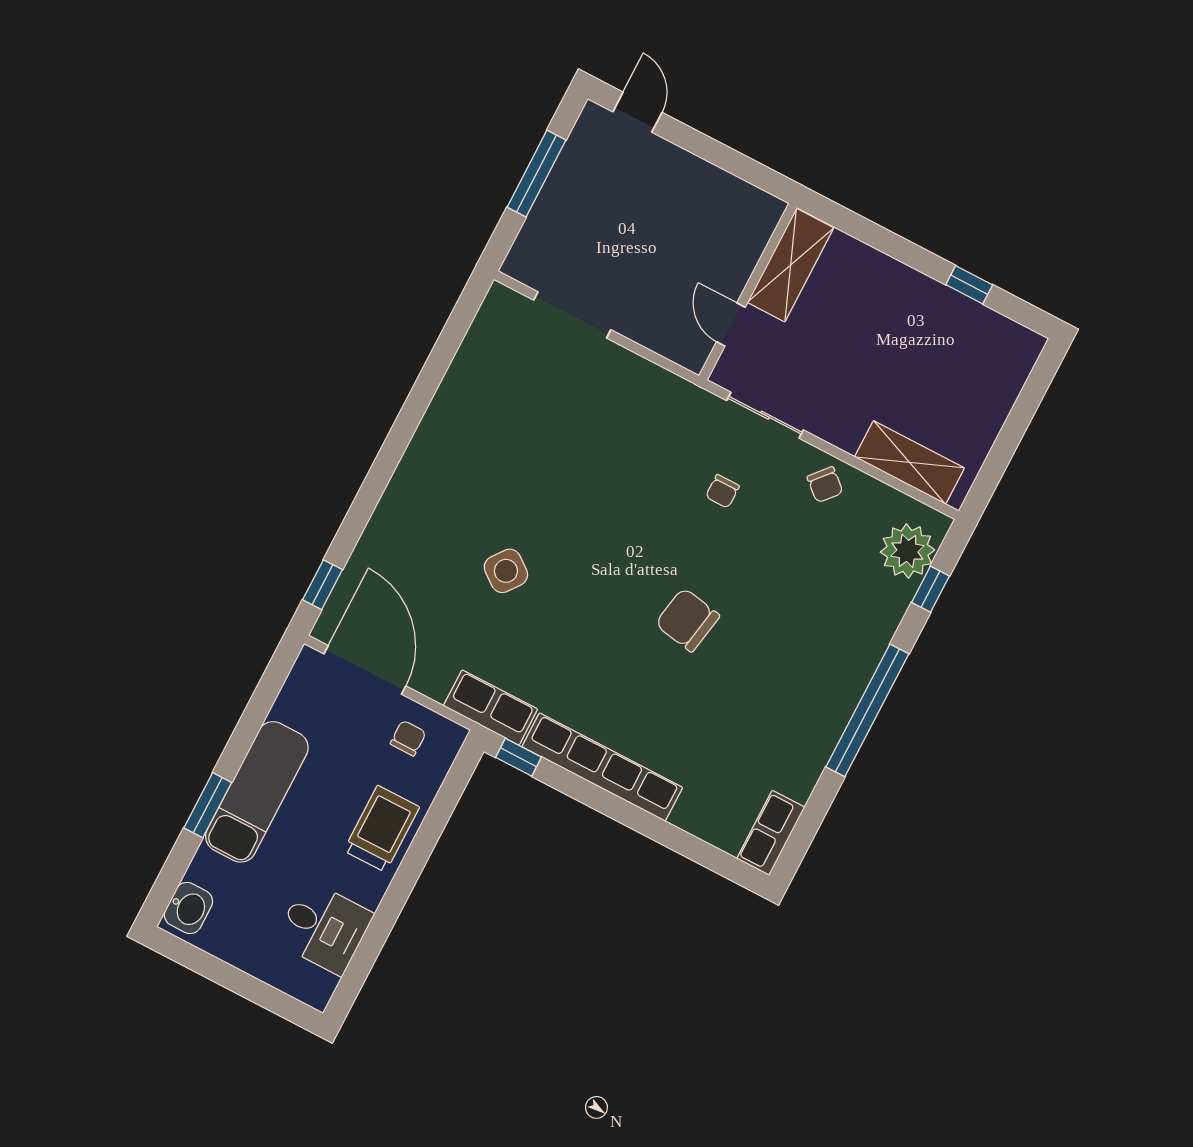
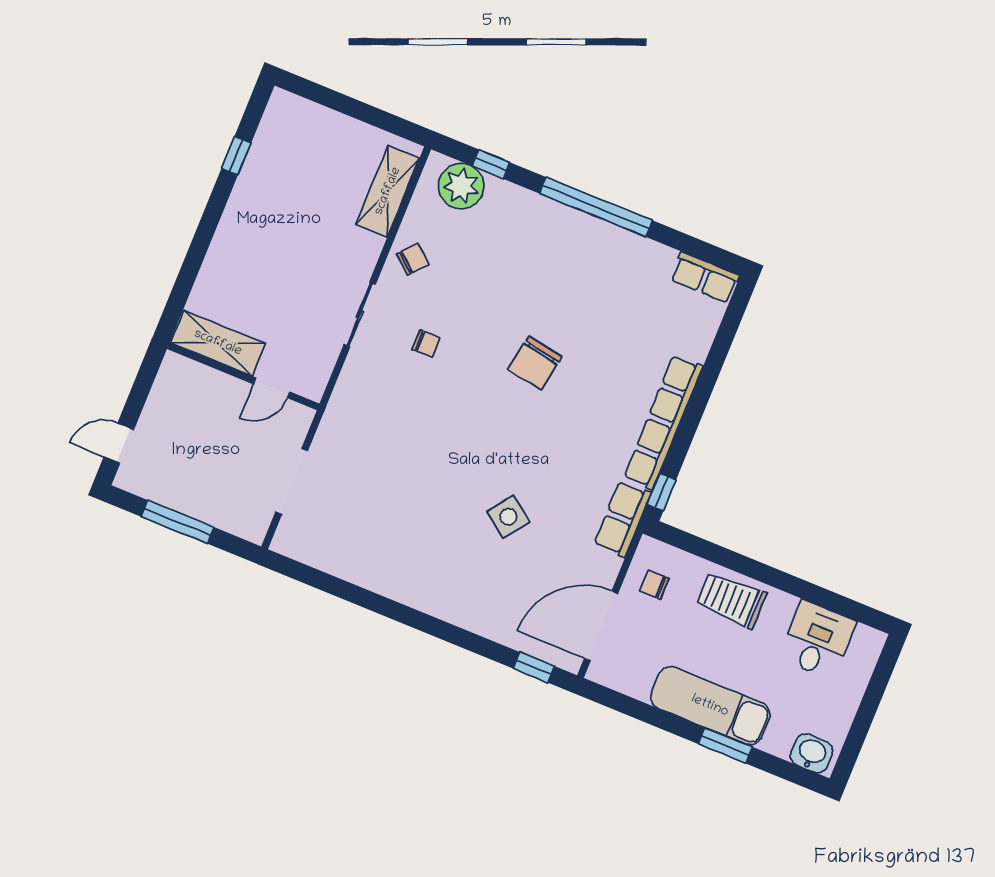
shelving: (791, 265) -> (218, 343), moved
wall: (748, 292) -> (243, 376), moved
door: (731, 324) -> (272, 388), moved

